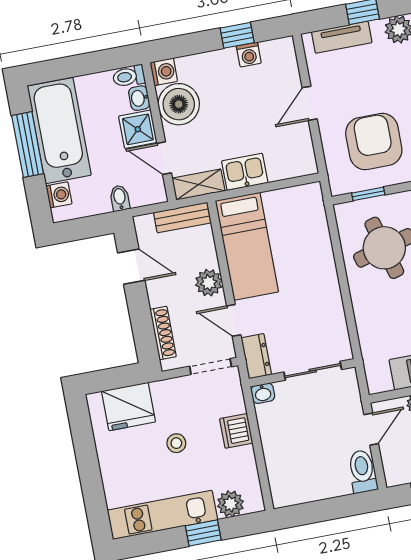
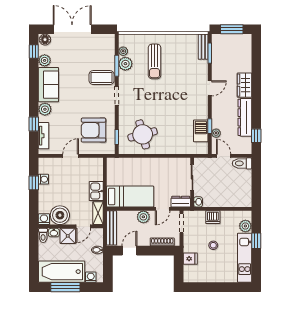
door: (310, 103) -> (71, 156), swing flipped
bench: (182, 218) -> (112, 228), width x1.36
fridge: (129, 407) -> (190, 259), width x0.53, depth x0.75

